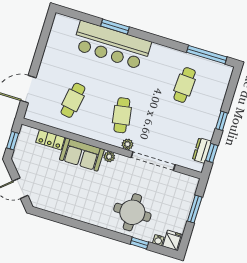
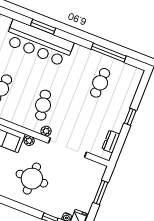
window: (207, 55) -> (109, 53), moved
window: (212, 153) -> (119, 144), removed
round table: (132, 212) -> (32, 179), moved

